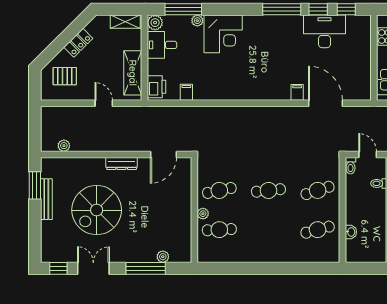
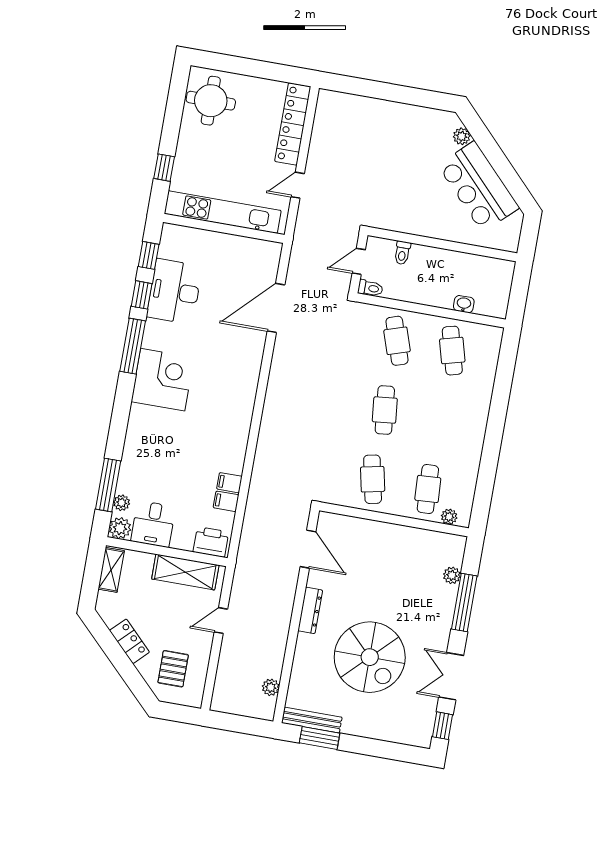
plant: (197, 21) -> (122, 503), moved
corner desk: (223, 34) -> (163, 380), moved
filing cabinet: (297, 92) -> (229, 483), moved
bench: (46, 199) -> (312, 720), moved
plant: (203, 214) -> (449, 517), moved

